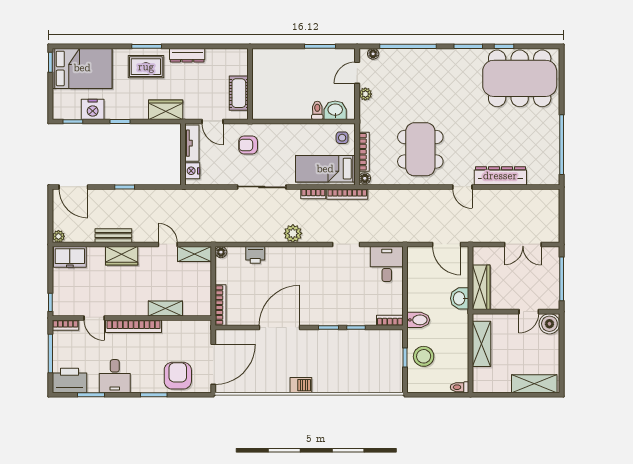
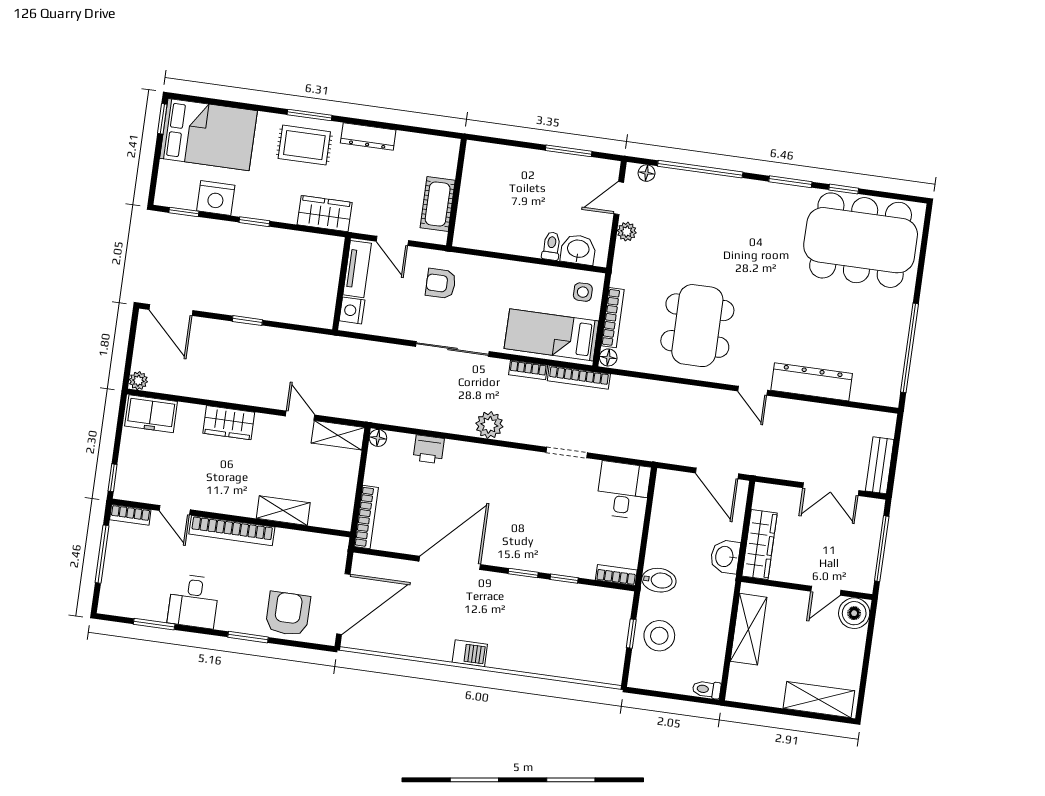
bench: (113, 236) -> (880, 465), moved, turned 90
printer: (69, 380) -> (125, 598), removed

